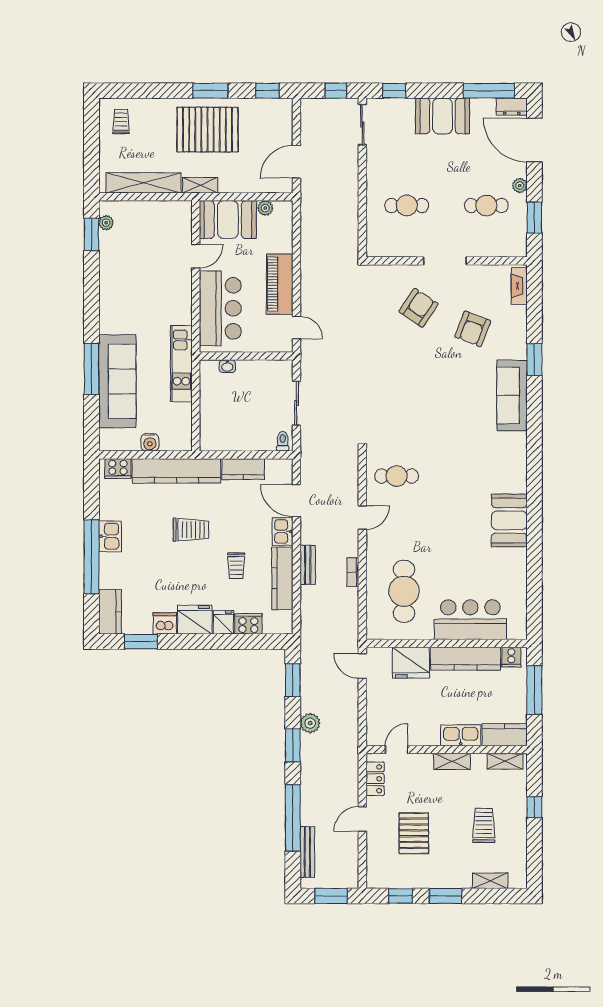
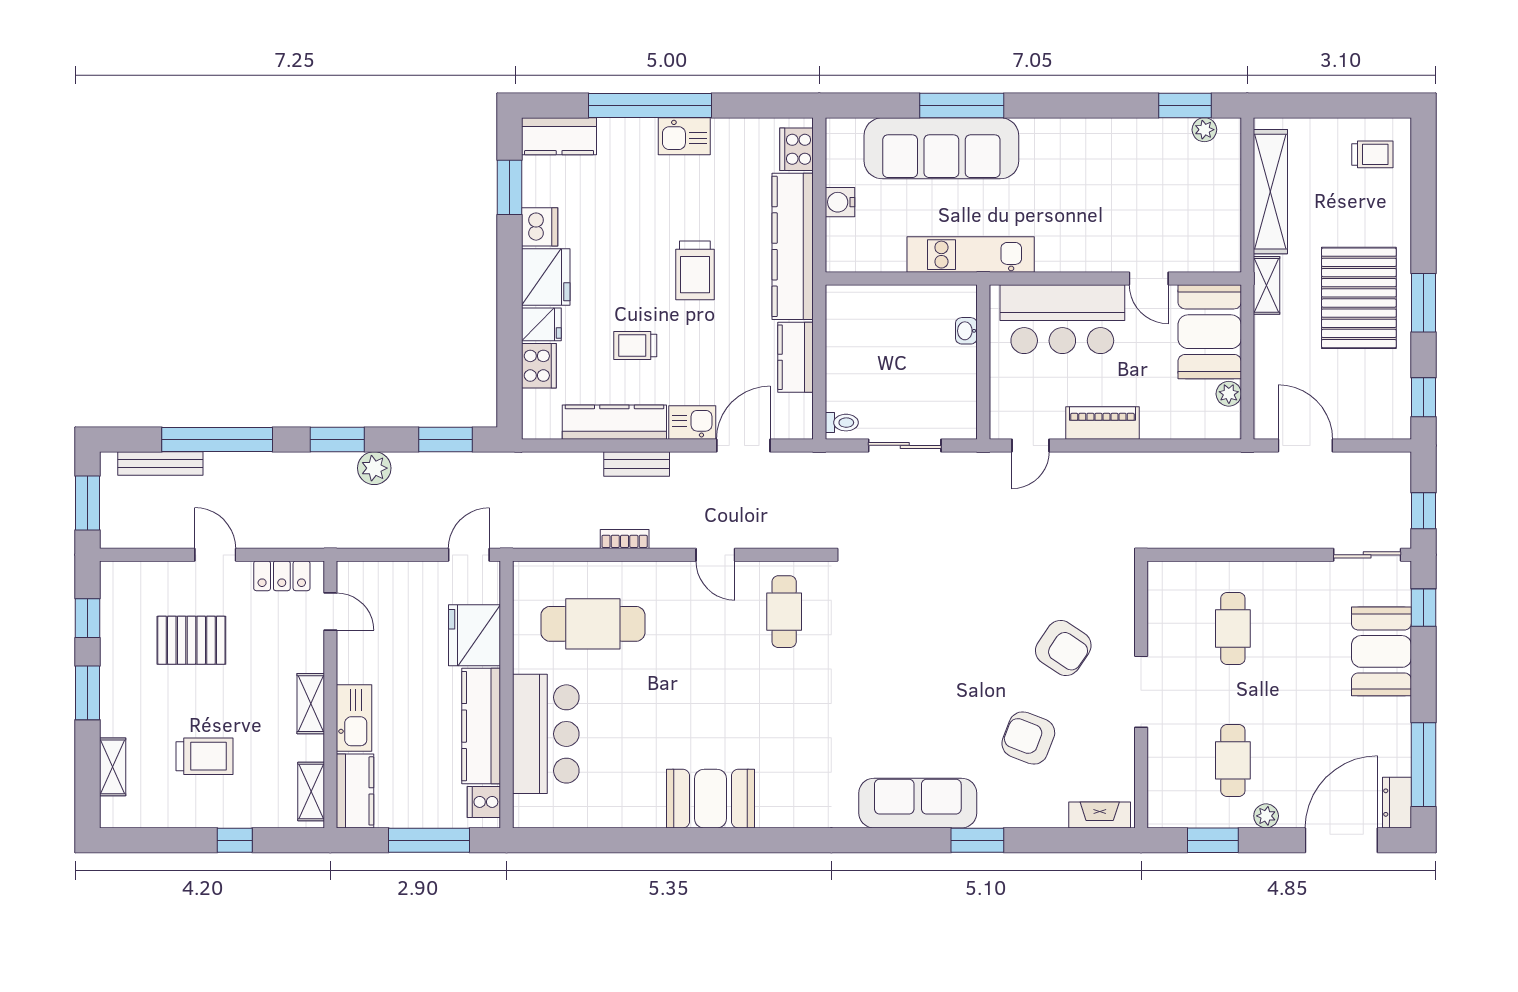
booth: (443, 116) -> (1381, 651), moved
piano: (280, 284) -> (1102, 423), width x0.73, depth x0.75

